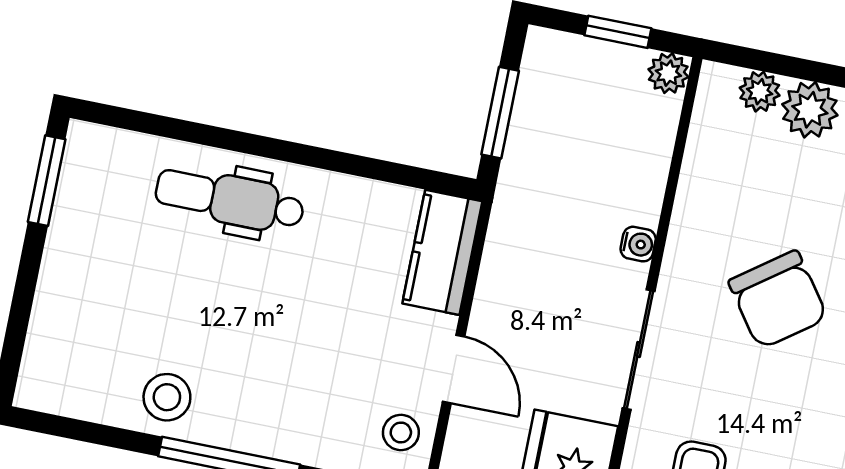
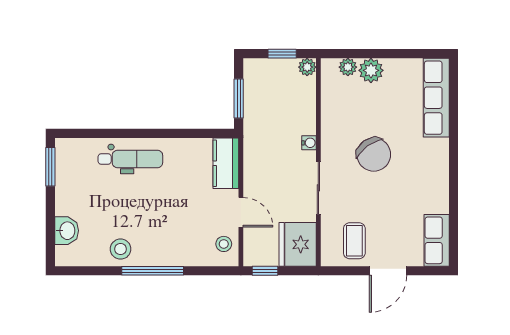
dental chair: (230, 200) -> (130, 159), turned 180
washbasin: (54, 332) -> (67, 231), added

